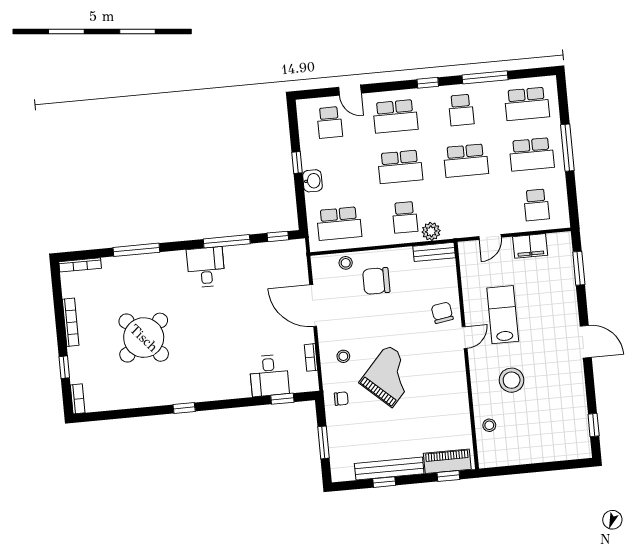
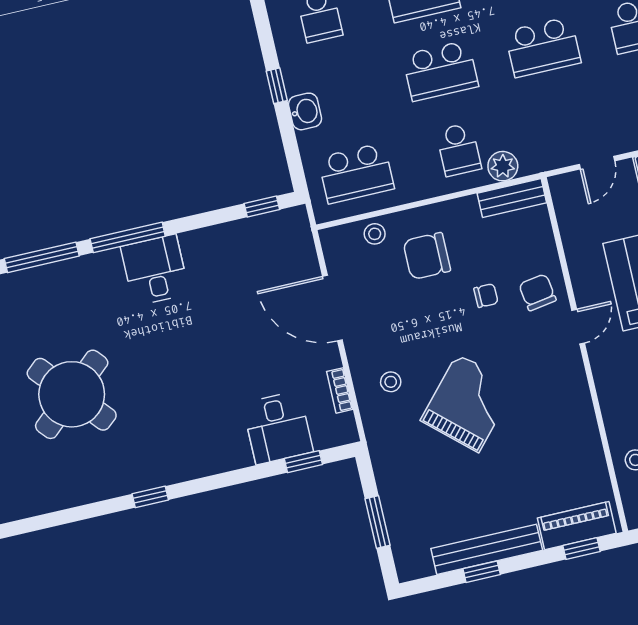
window: (227, 241) -> (128, 237), moved
chair: (341, 399) -> (486, 296), moved

